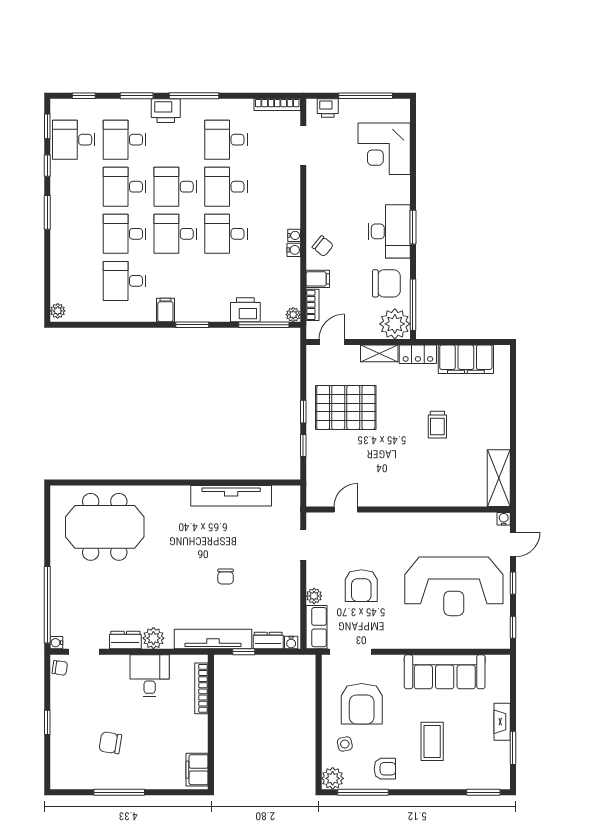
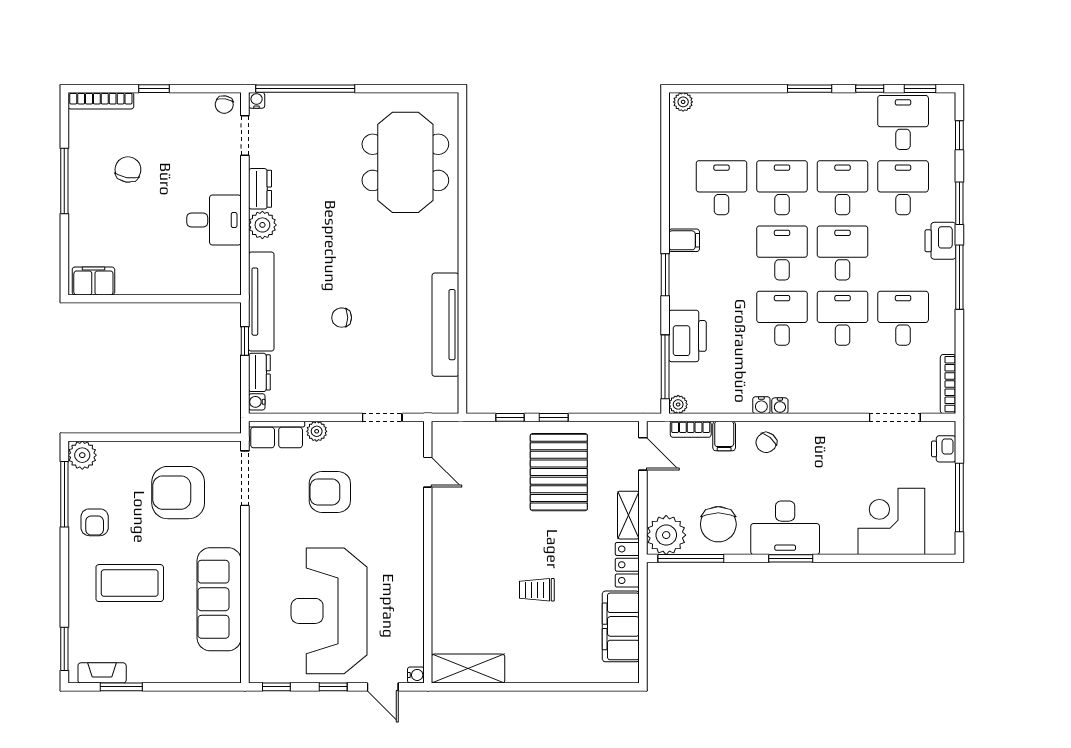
printer: (245, 310) -> (687, 336), width x1.37, depth x1.19
bookcase: (201, 688) -> (101, 101), moved, turned 180
fireplace: (502, 722) -> (102, 673), moved
coffee table: (432, 741) -> (130, 583), width x1.36, depth x1.32
side table: (345, 744) -> (126, 471), removed

